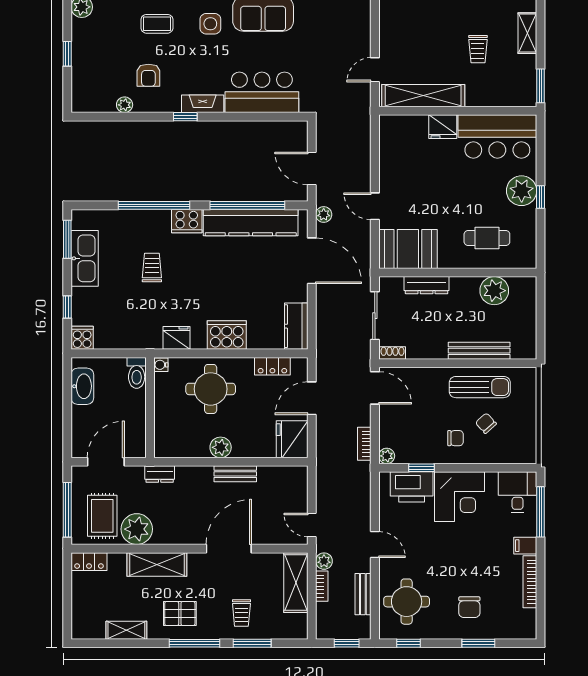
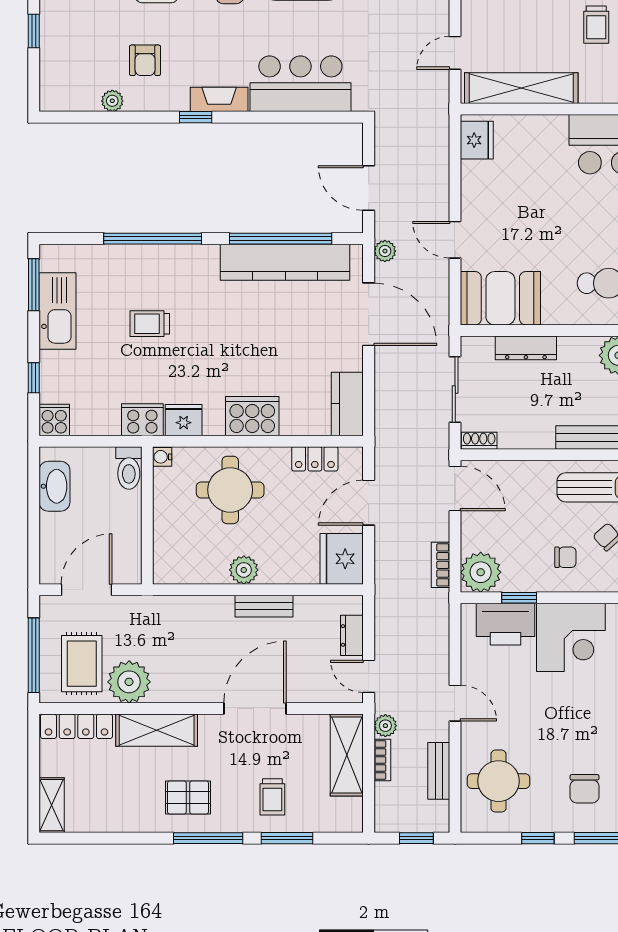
fridge: (443, 127) -> (477, 140), moved, turned -90
cooker: (187, 221) -> (142, 420), moved, turned 180
trolley: (152, 268) -> (150, 324), turned -90
plant: (387, 456) -> (481, 572), width x1.87, depth x1.87
dresser: (160, 474) -> (352, 635), moved, turned 90
locker: (89, 562) -> (76, 726), width x1.53
shelving: (126, 630) -> (52, 805), moved, turned 90
window: (409, 643) -> (538, 838), moved

